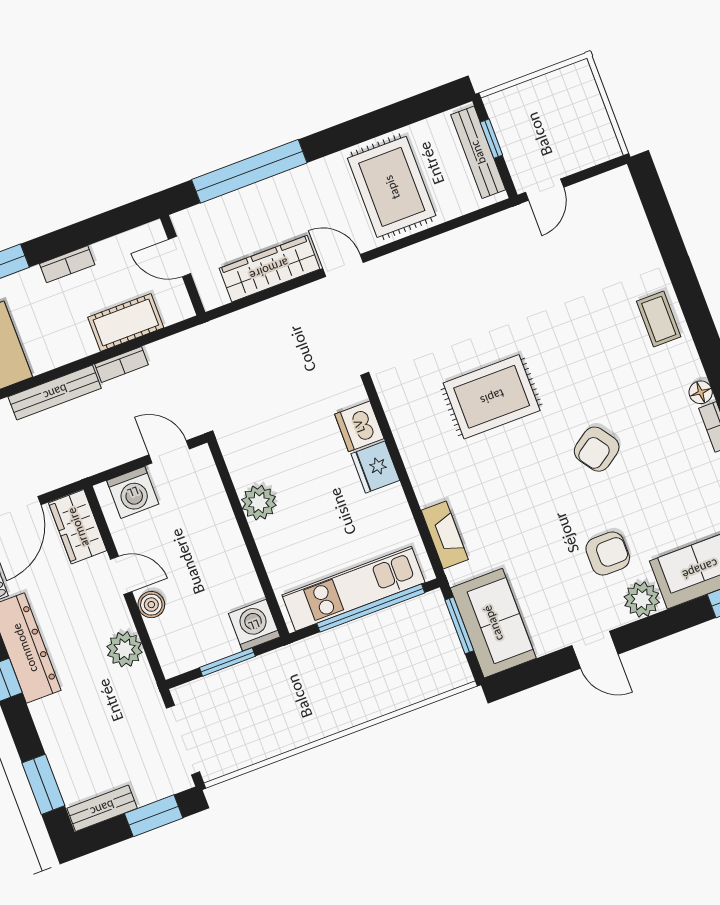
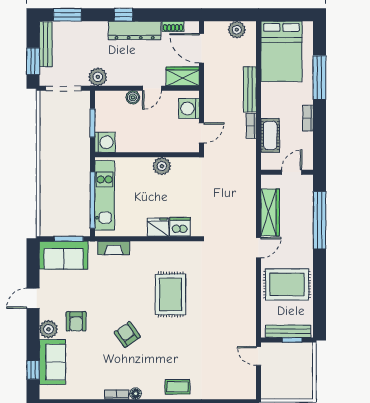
plant: (125, 649) -> (98, 77), moved
bench: (102, 808) -> (46, 44), width x1.36

